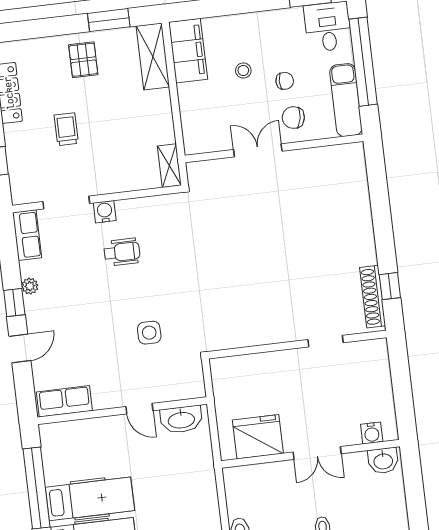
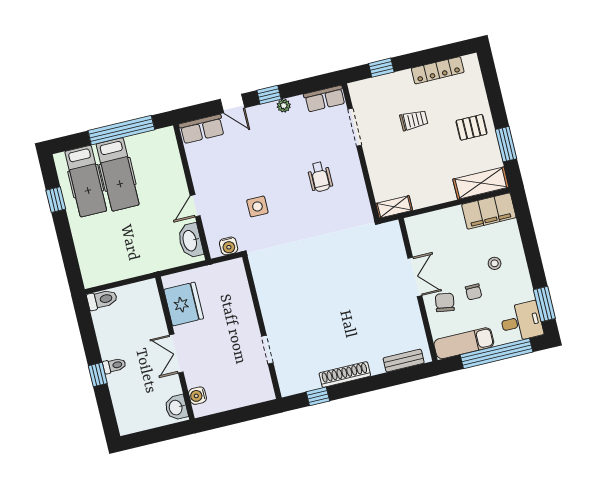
stool: (243, 70) -> (495, 263), moved
bench: (359, 176) -> (404, 361), added
water cooler: (105, 212) -> (229, 246), moved, turned 90
shoe rack: (373, 297) -> (345, 375), moved
row of seats: (64, 401) -> (202, 129), moved, turned 90

